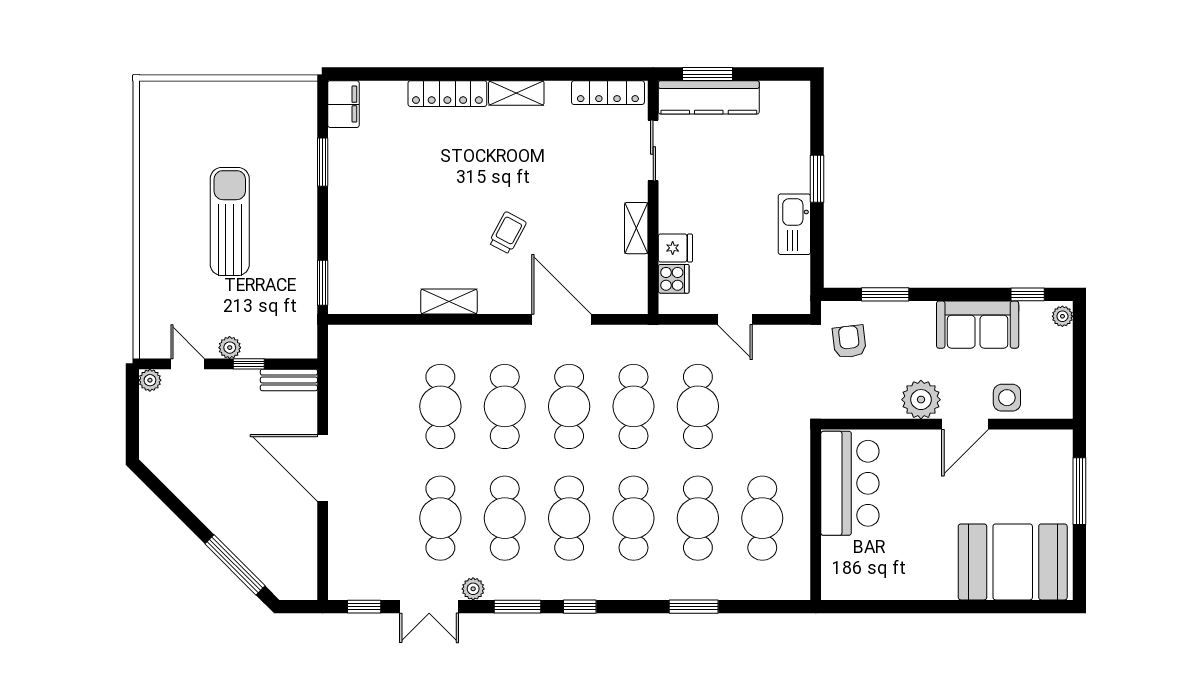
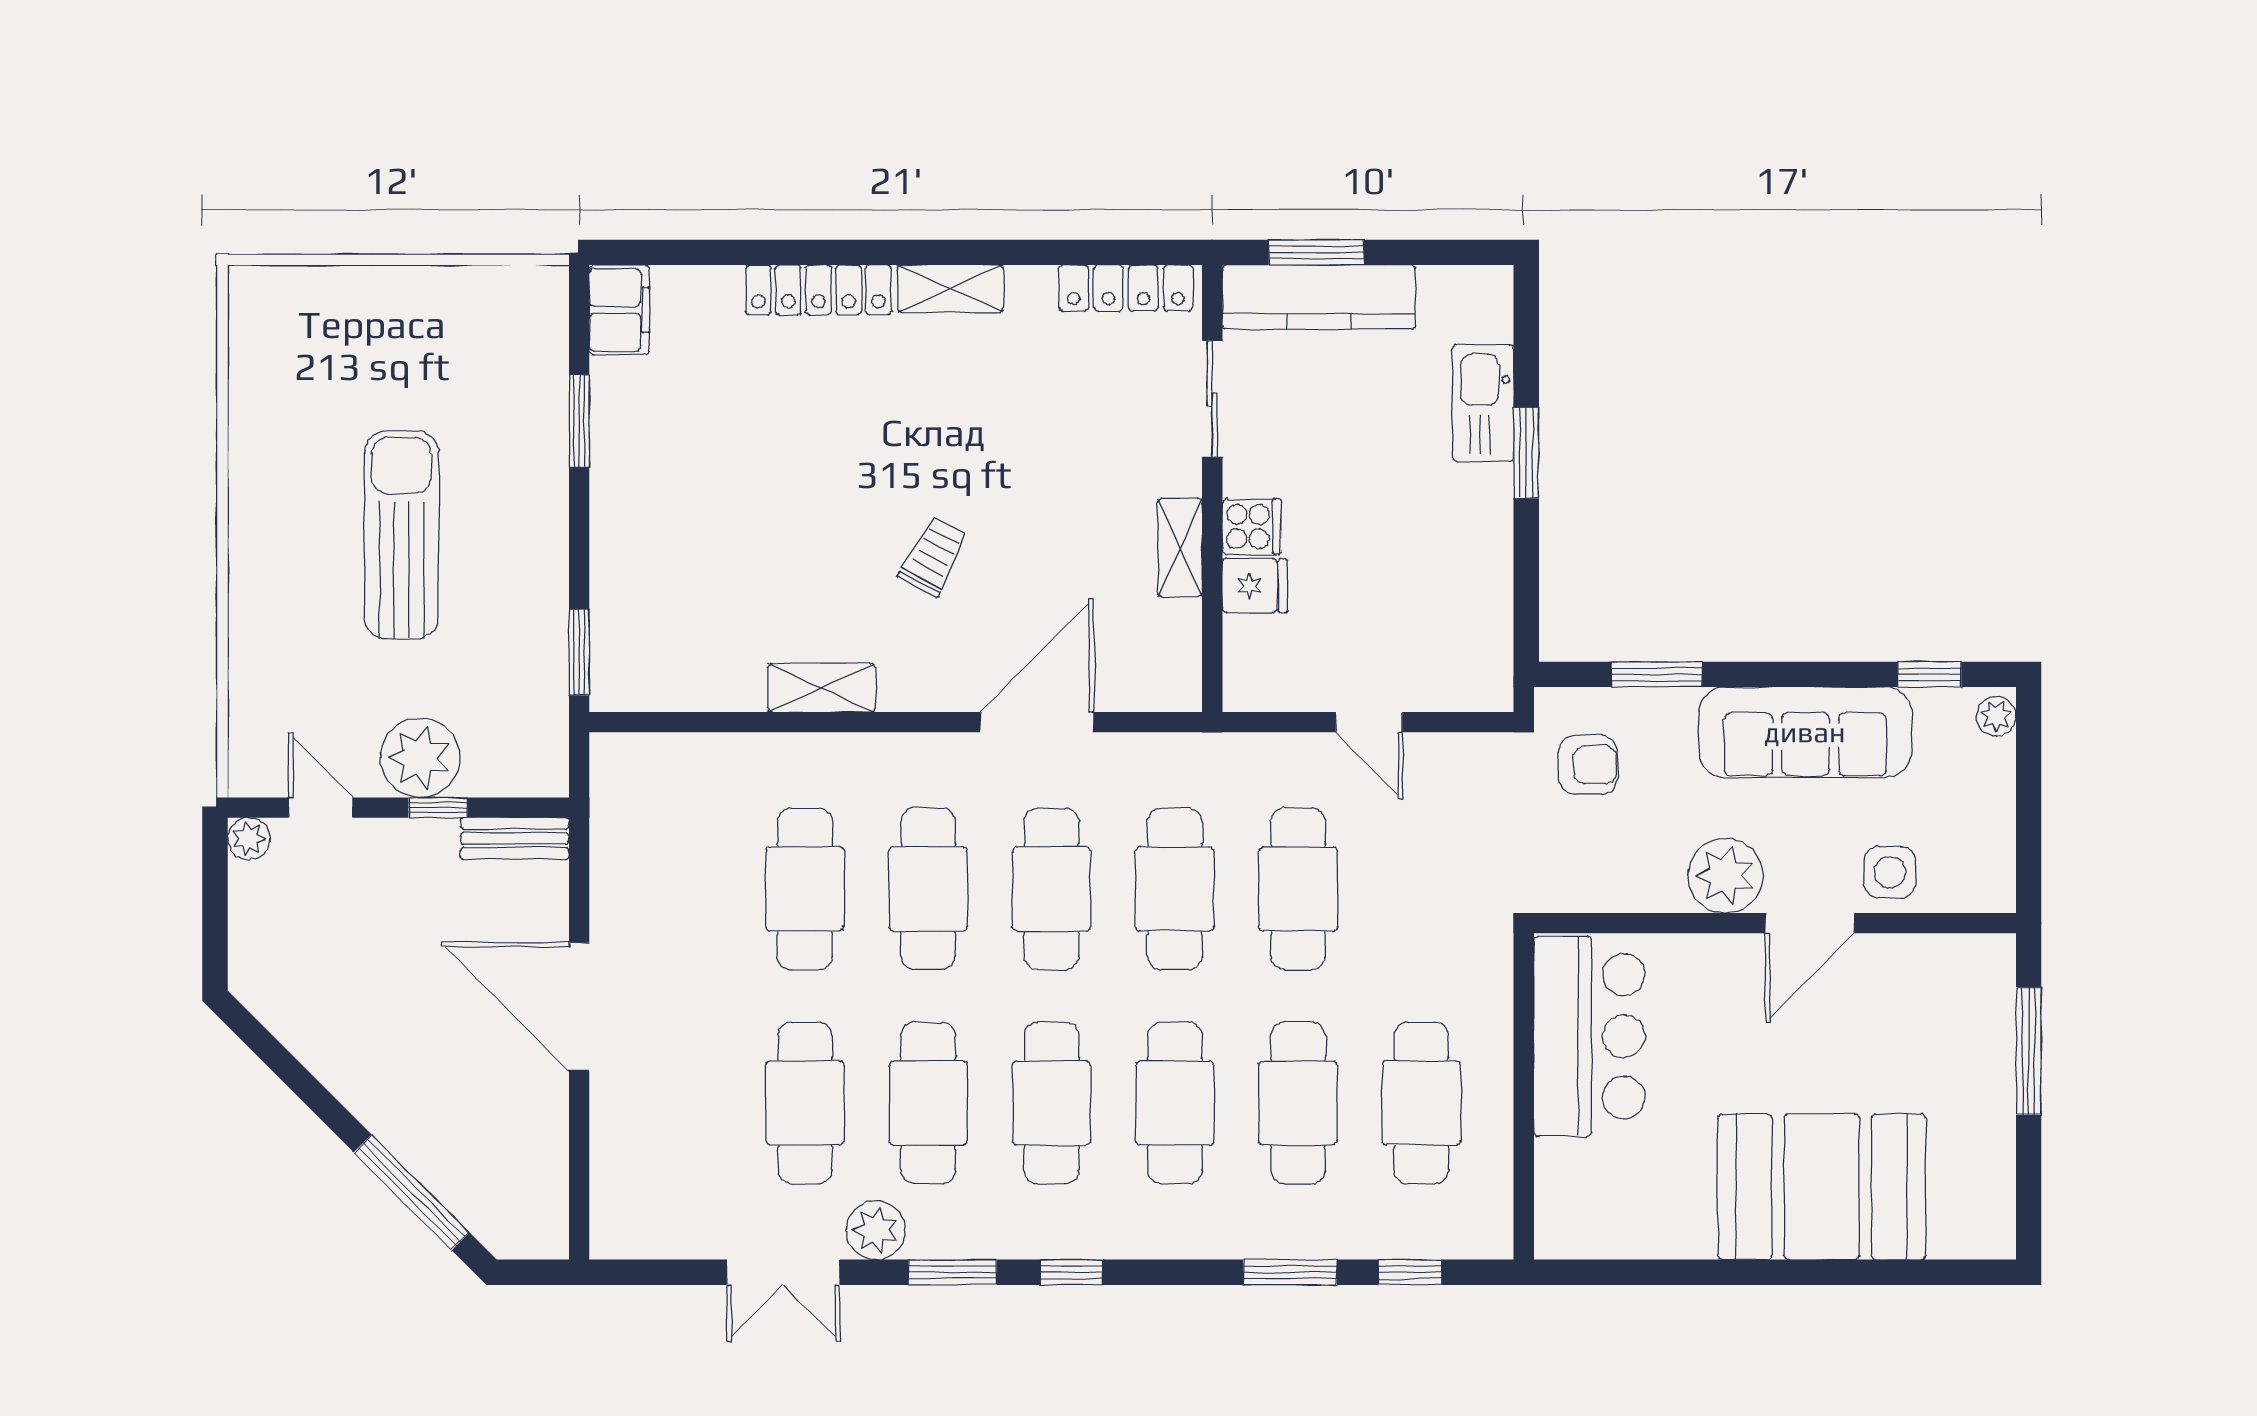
kitchen sink: (794, 224) -> (1483, 403), moved
cooker: (674, 279) -> (1252, 527), moved
door: (561, 319) -> (1037, 722), hinge flipped
sofa: (978, 325) -> (1805, 732), width x1.36
armchair: (849, 342) -> (1588, 765), turned 97
plant: (230, 348) -> (420, 758), width x1.88, depth x1.88
booth: (1013, 562) -> (1822, 1187), moved
plant: (473, 589) -> (876, 1230), width x1.38, depth x1.38
window: (364, 607) -> (1410, 1272), moved

